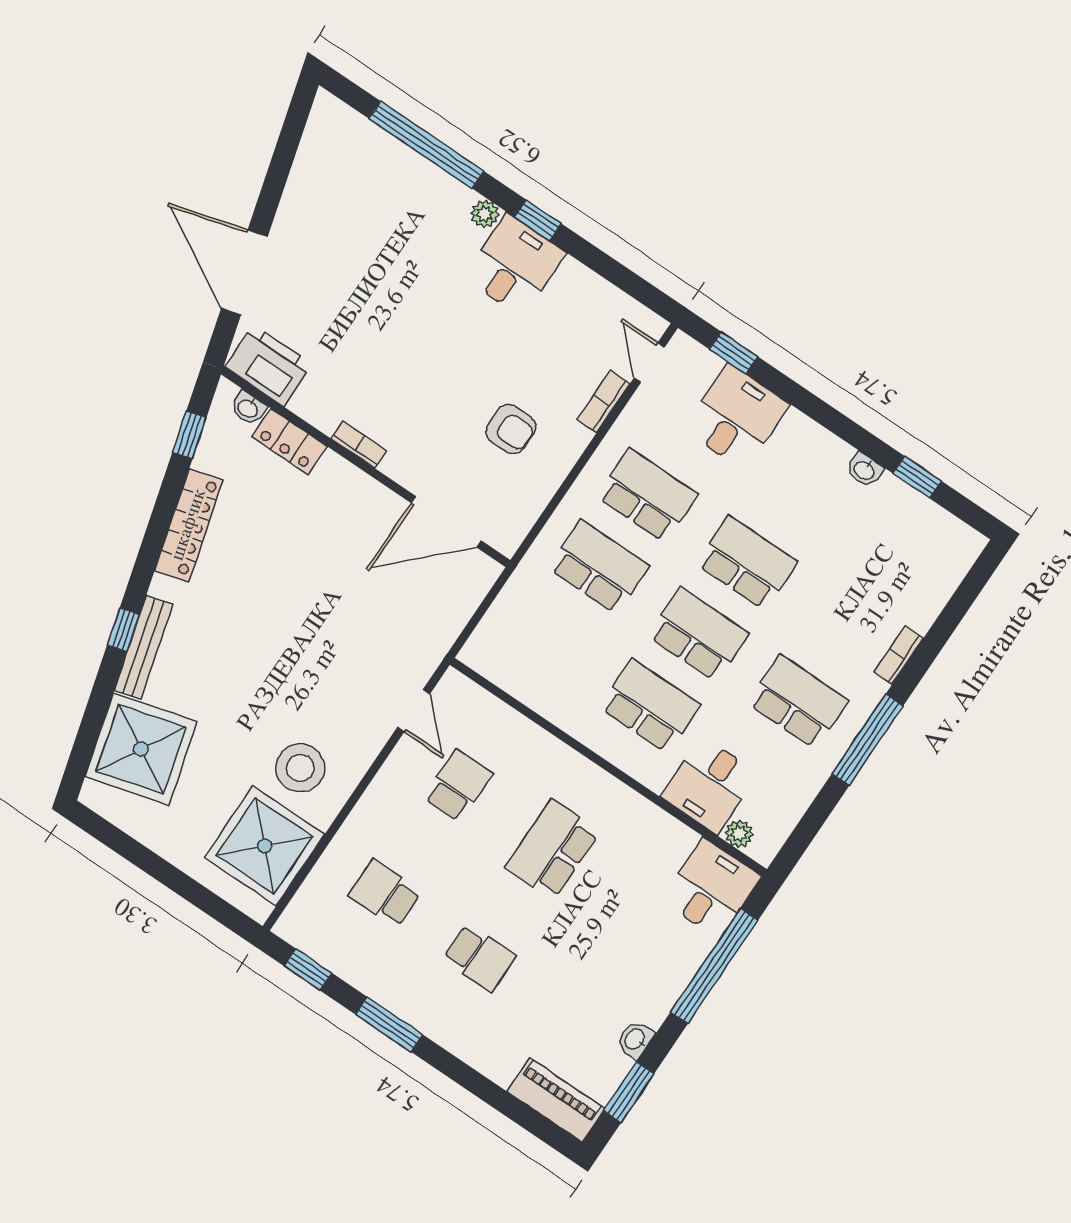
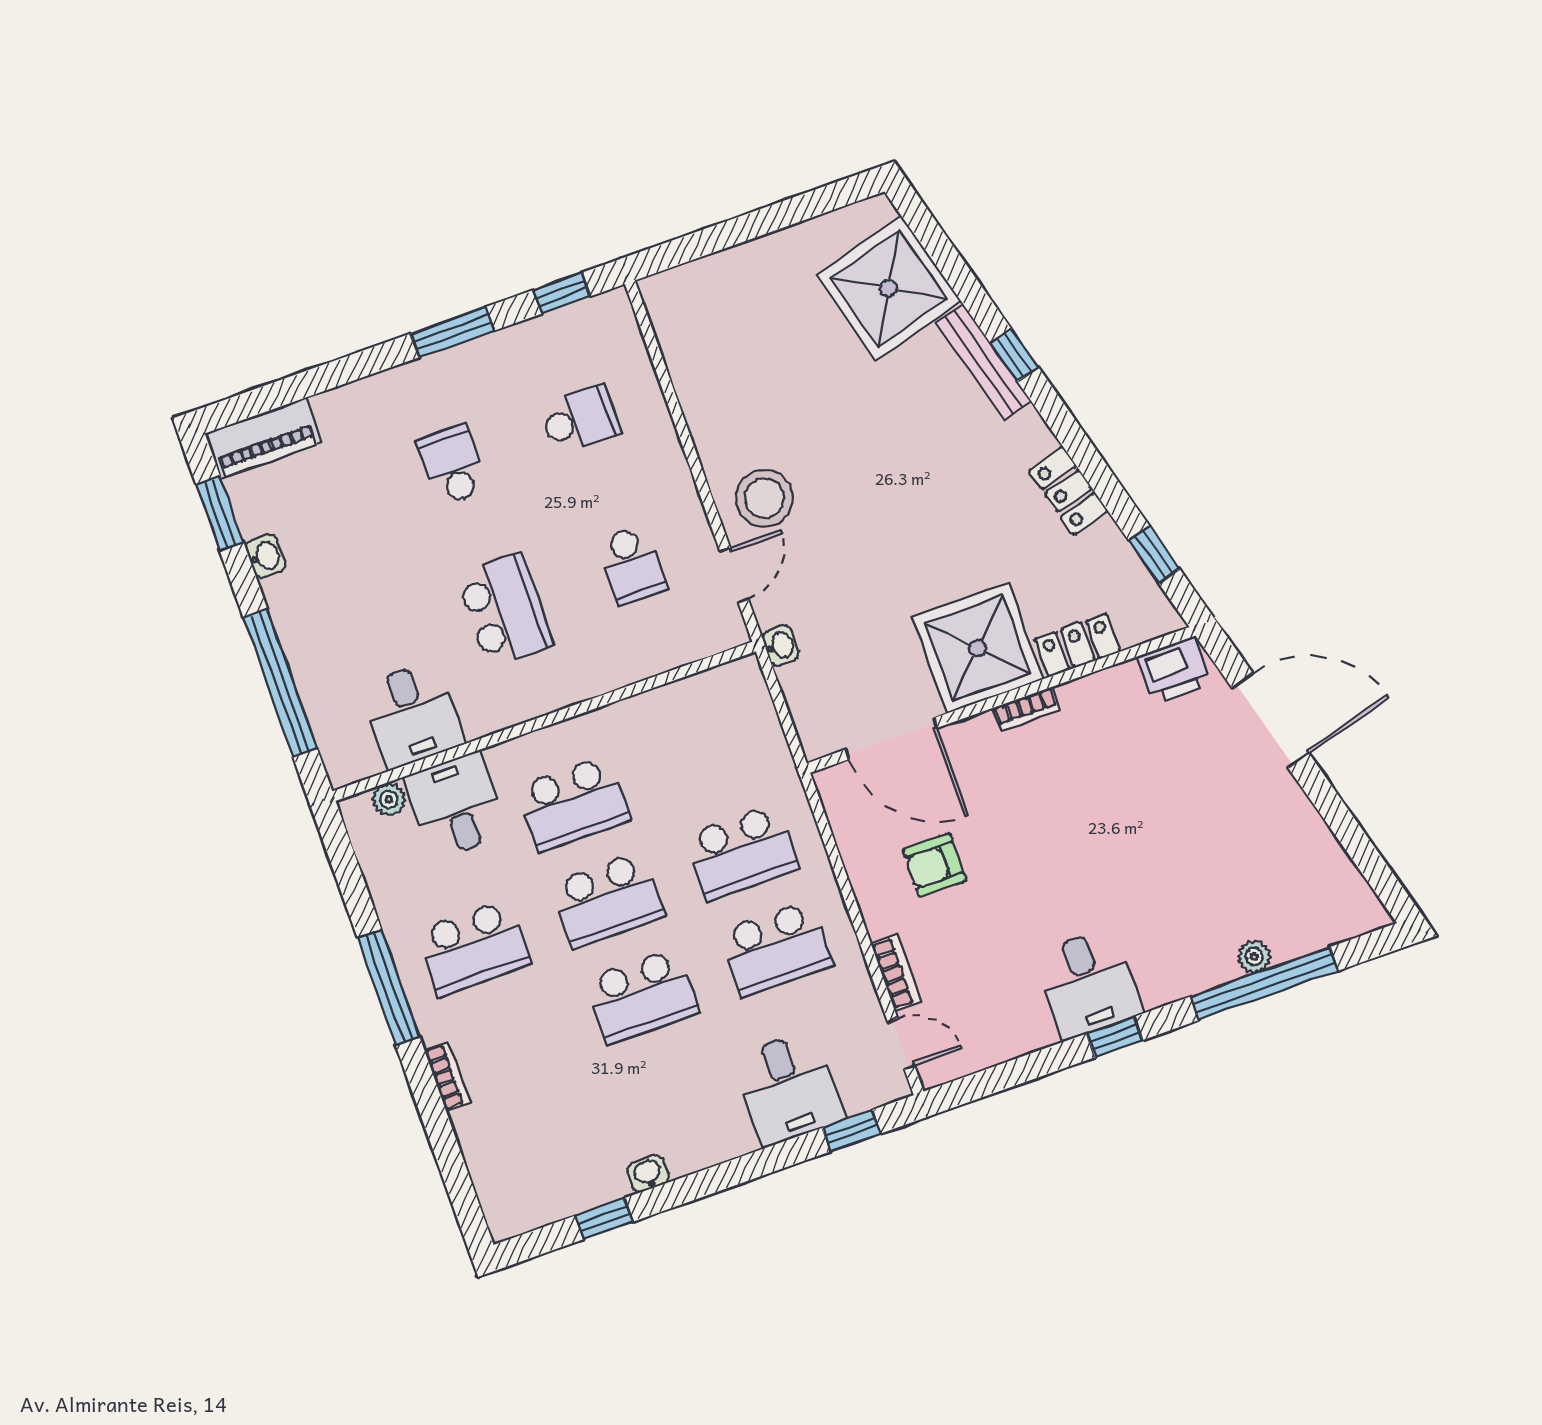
plant: (485, 214) -> (1254, 957), moved
printer: (268, 365) -> (1174, 670), width x0.73, depth x0.84
washbasin: (248, 408) -> (781, 646), moved, turned 90
door: (446, 522) -> (891, 739), swing flipped
locker: (189, 525) -> (1068, 491), width x0.66
door: (414, 711) -> (734, 575), swing flipped
stool: (300, 768) -> (764, 498), moved
shower: (265, 846) -> (978, 648), moved
desk: (711, 888) -> (412, 715), moved
school desk: (479, 958) -> (453, 465), turned 90

